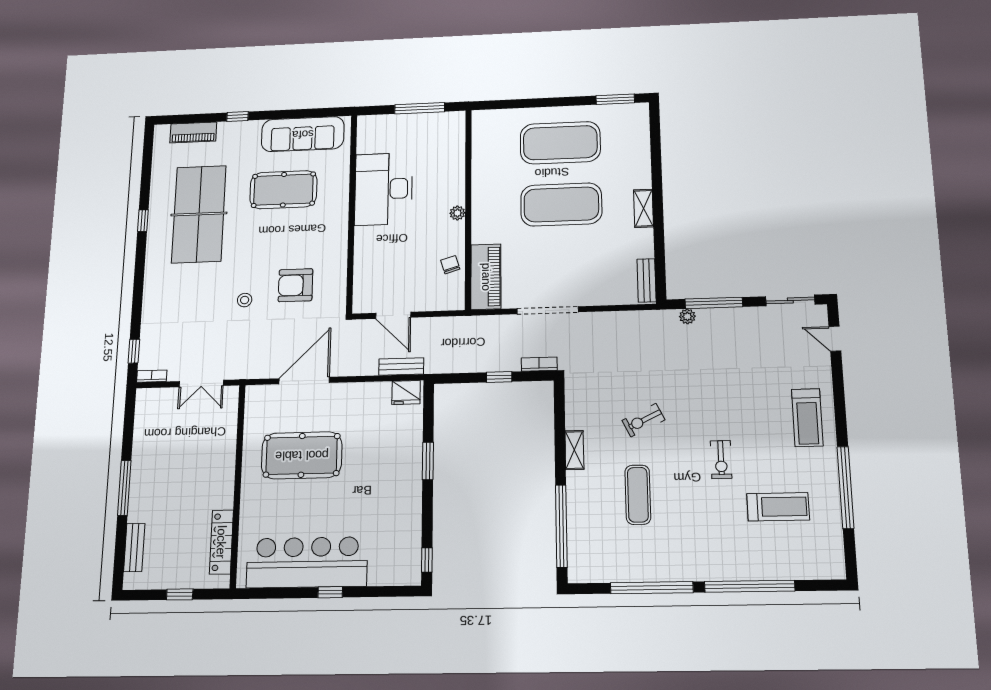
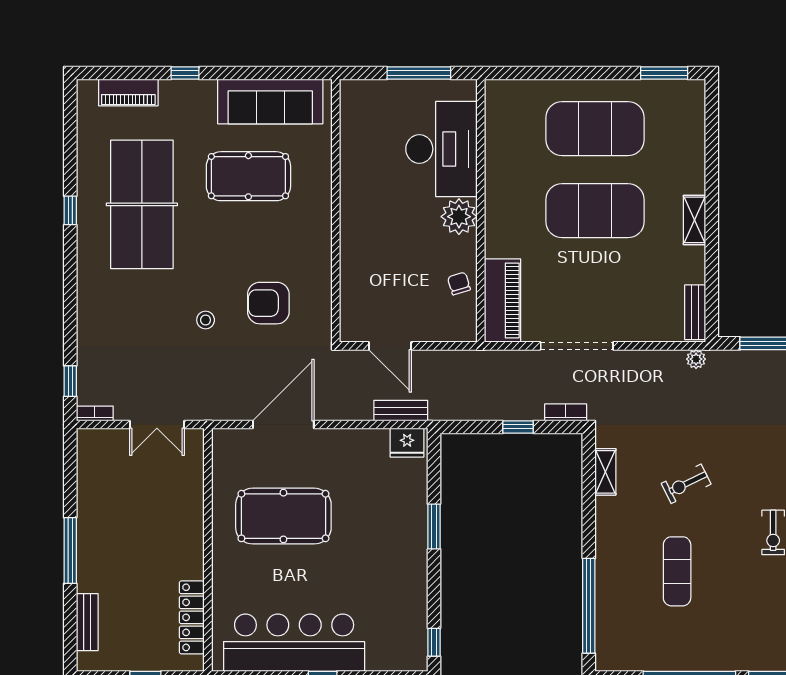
desk: (384, 189) -> (441, 149), moved, turned 180
plant: (457, 213) -> (459, 217), width x1.88, depth x1.88
plant: (687, 316) -> (696, 359), moved
shelving: (574, 450) -> (605, 472), moved

